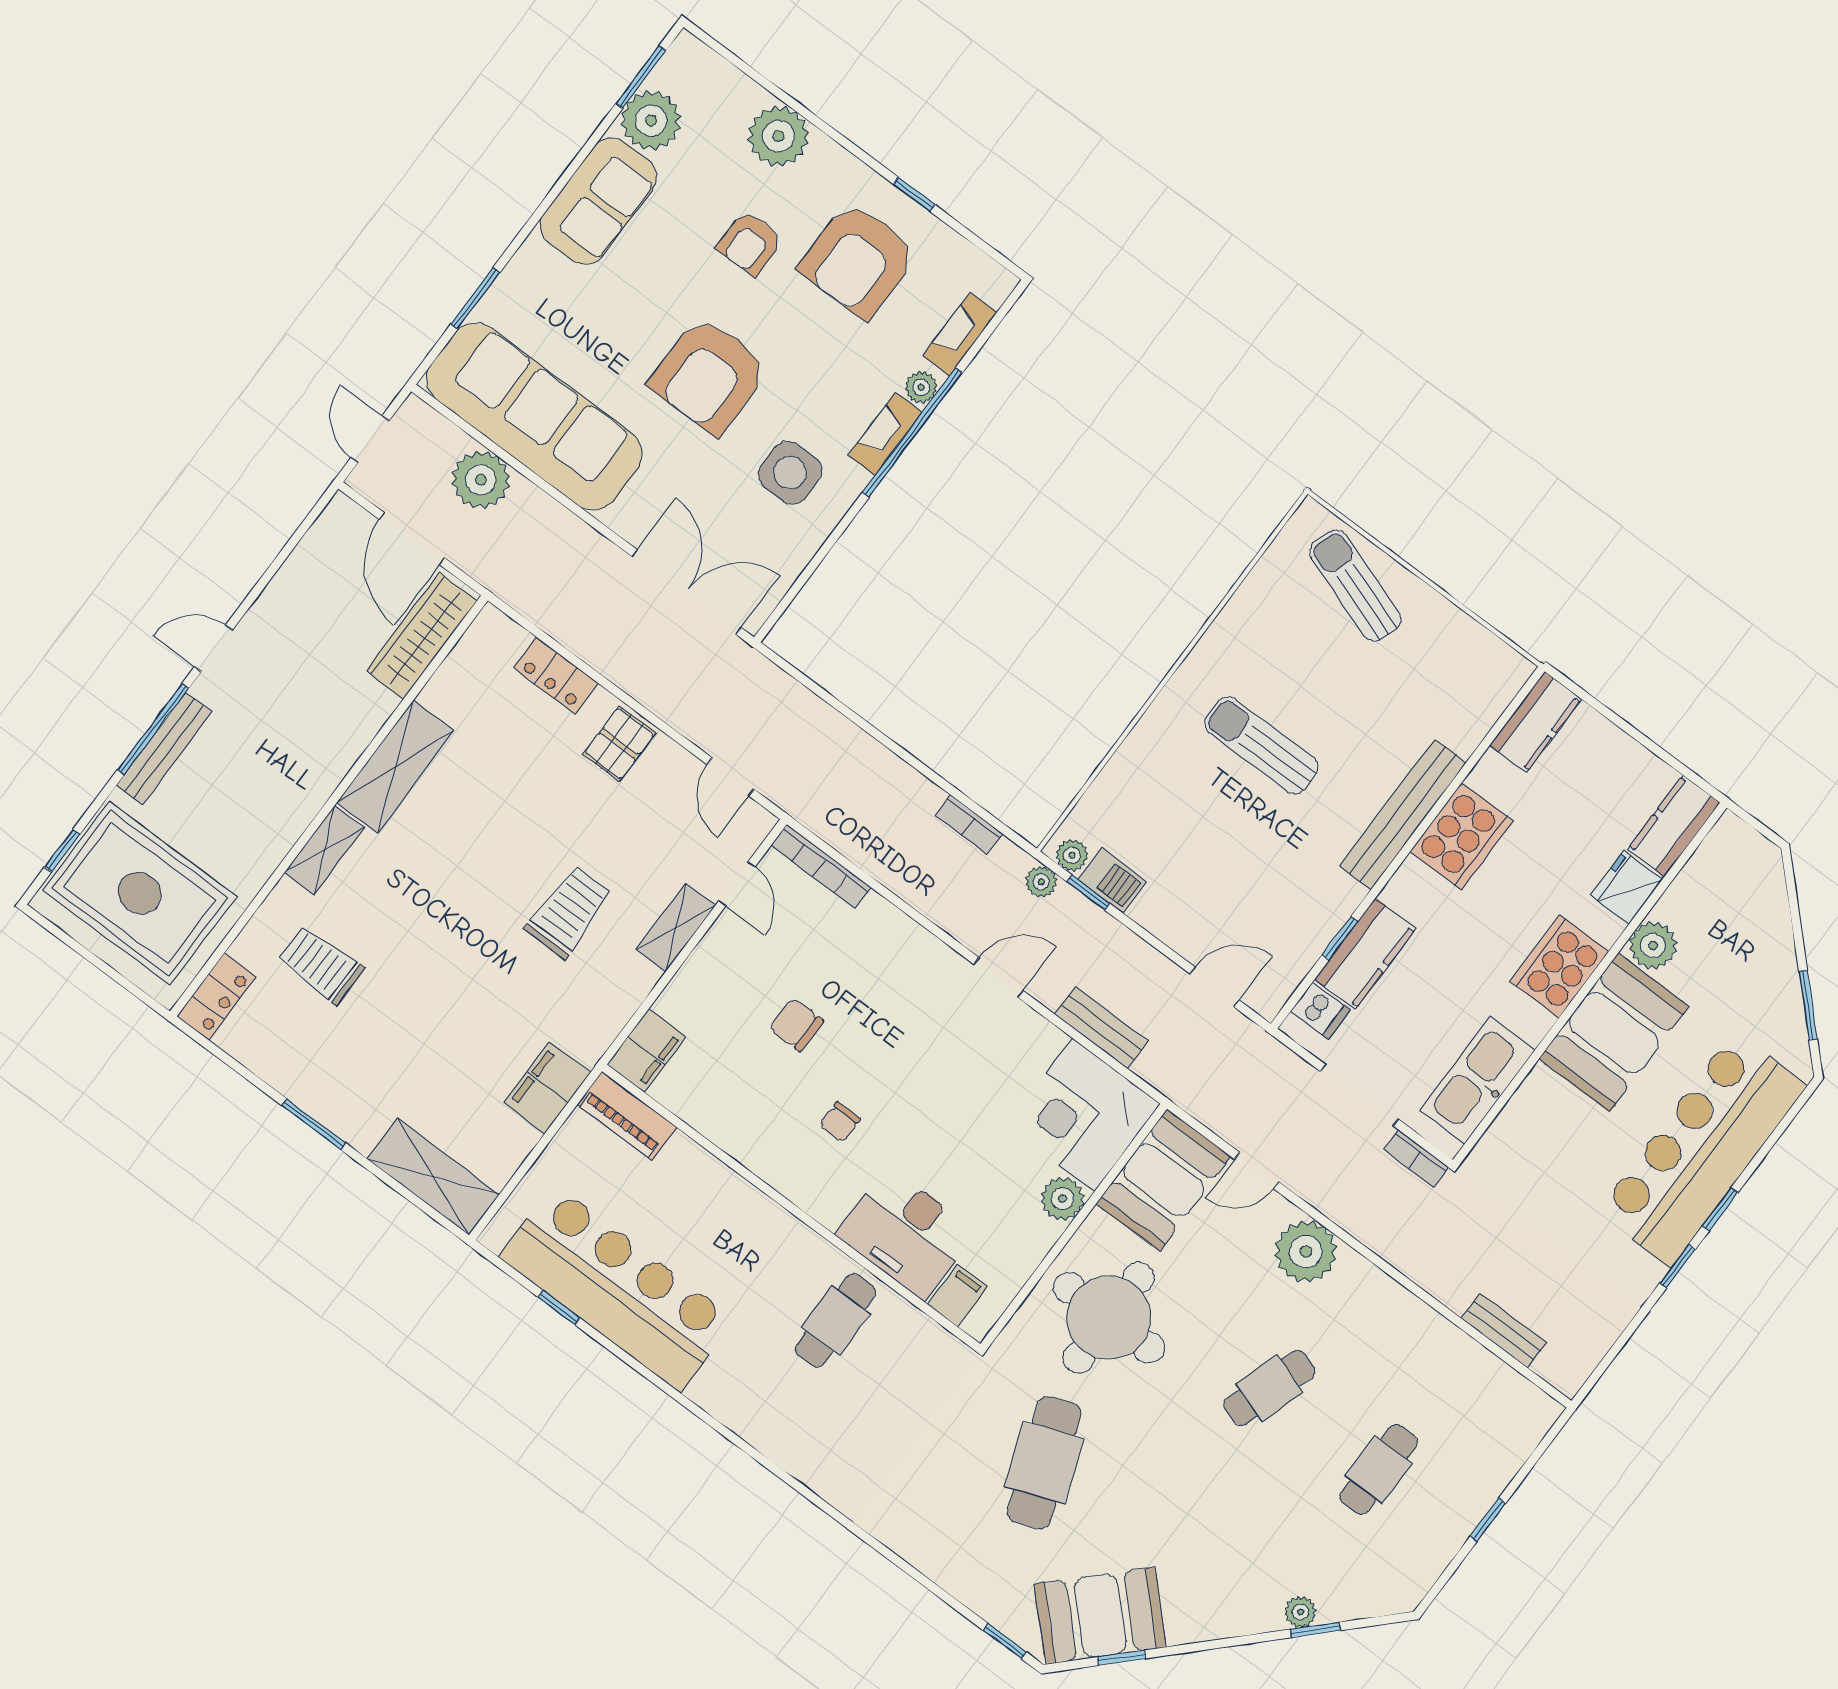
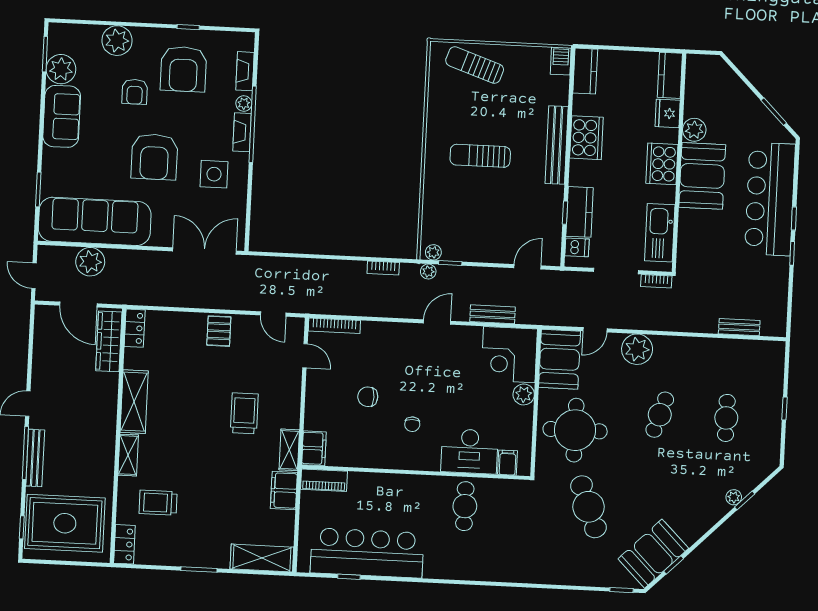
locker: (556, 676) -> (135, 328), moved, turned -90
barbecue: (1112, 880) -> (561, 61), moved, turned -90
shelving: (676, 927) -> (289, 450), moved

